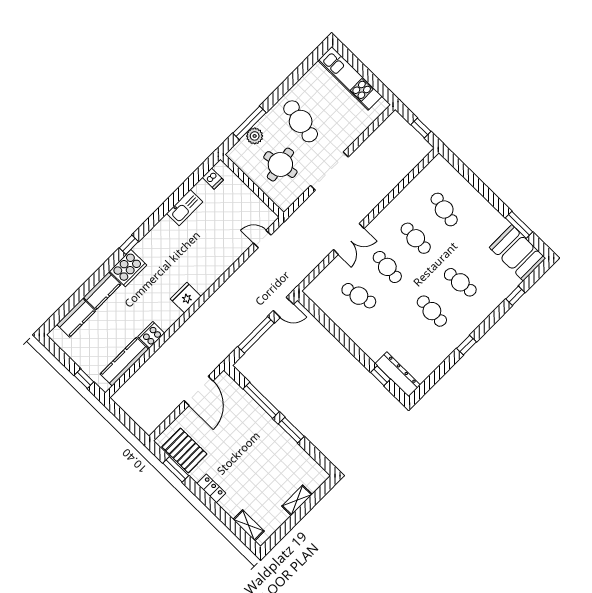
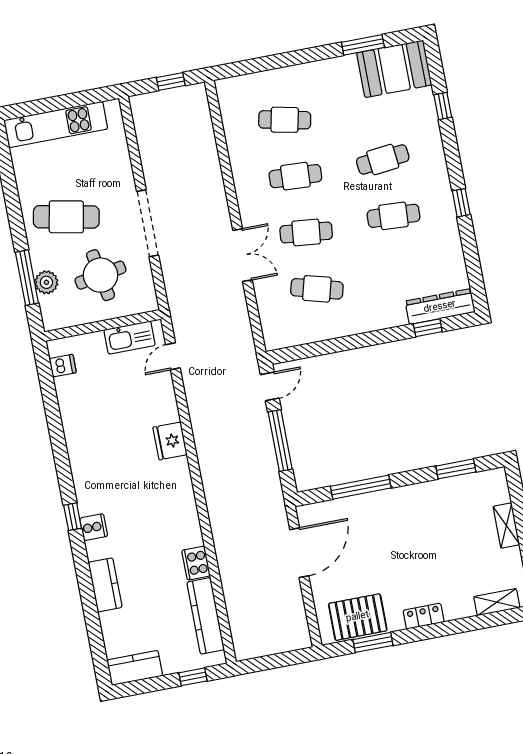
kitchen sink: (185, 208) -> (130, 338), moved, turned 90
cooker: (128, 268) -> (94, 527), width x0.53, depth x0.76
cafe table: (359, 296) -> (317, 289), turned 30
fridge: (186, 298) -> (170, 441), moved
kitchen counter: (76, 318) -> (135, 668), moved, turned -90
door: (199, 391) -> (299, 553), hinge flipped
window: (291, 430) -> (456, 469), moved

